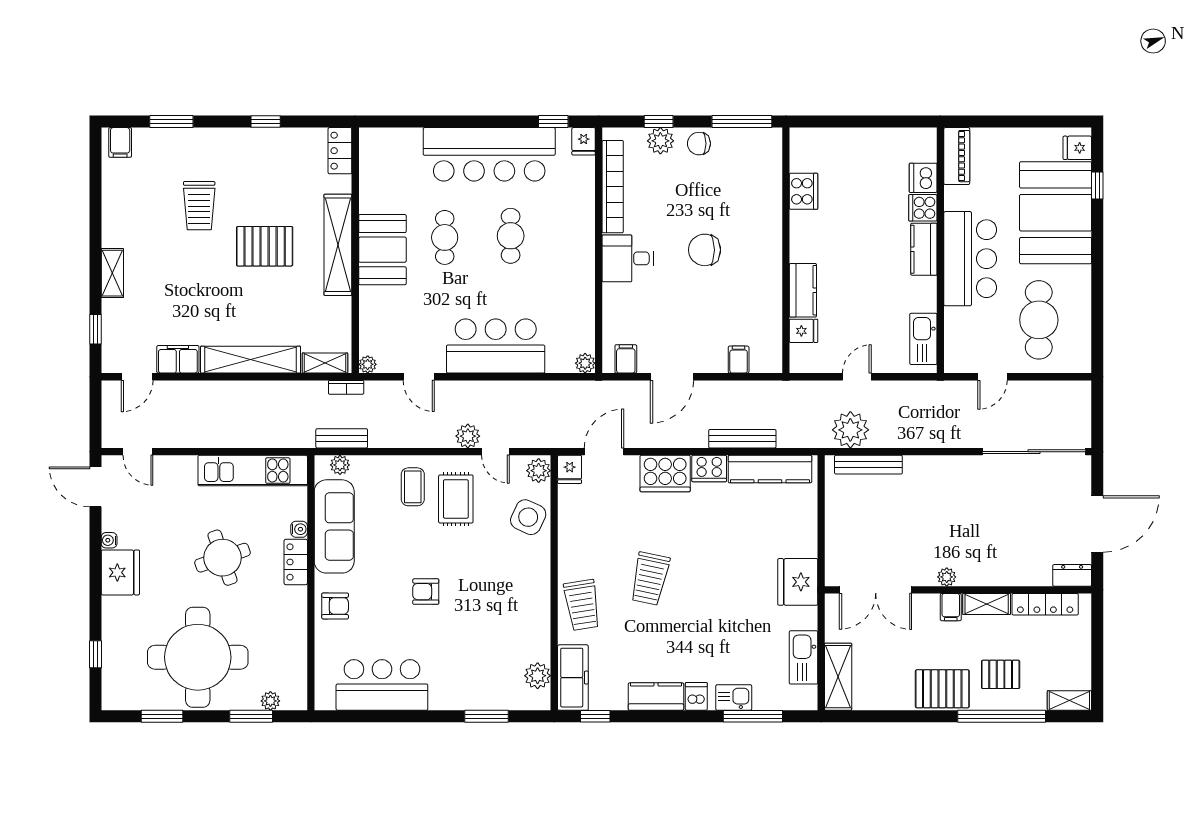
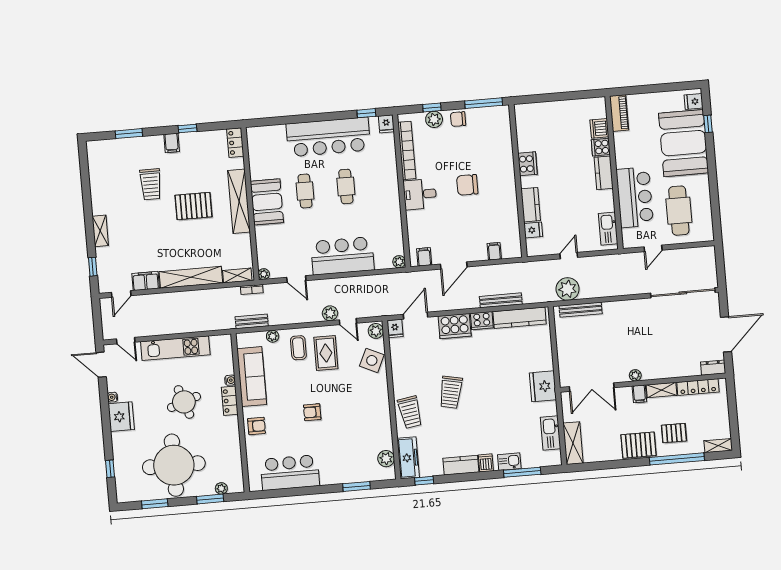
filing cabinet: (120, 142) -> (172, 143), moved
cooker: (804, 191) -> (527, 164), moved
bar counter: (970, 259) -> (635, 197), moved
plant: (340, 465) -> (273, 336), moved
kitchen unit: (253, 471) -> (175, 348), moved

